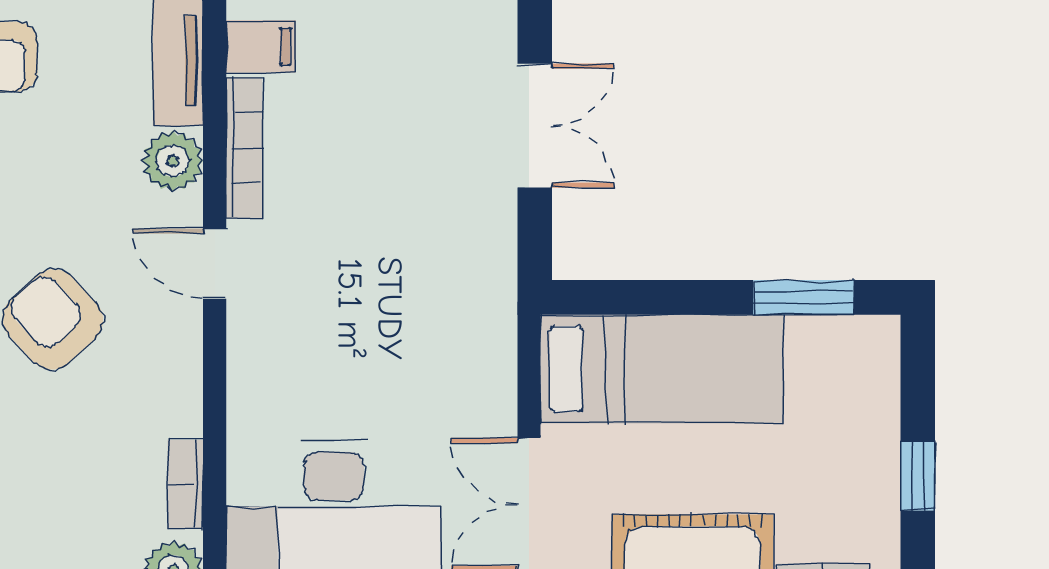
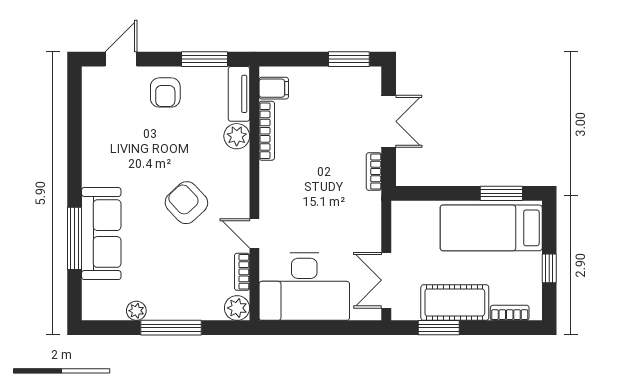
bookcase: (500, 245) -> (374, 172), added
door: (215, 264) -> (254, 233), moved
bed: (662, 369) -> (491, 228), moved, turned 180

